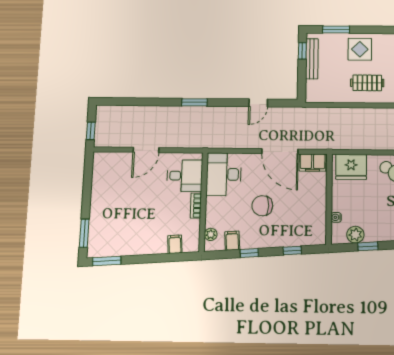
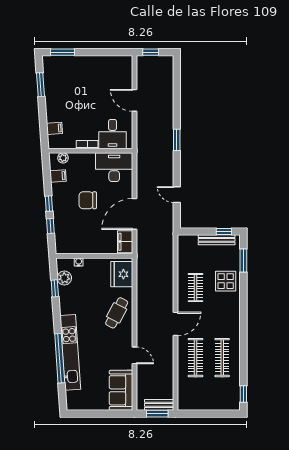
chair: (262, 206) -> (88, 200), turned -90
window: (249, 253) -> (49, 204), moved
window: (107, 261) -> (41, 85), moved

